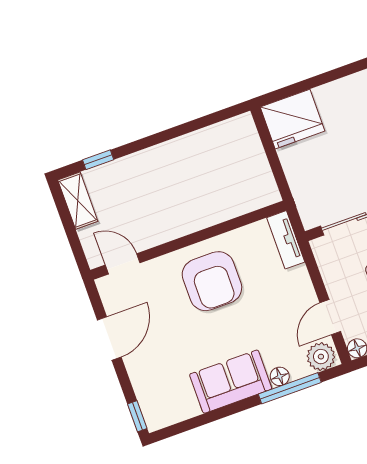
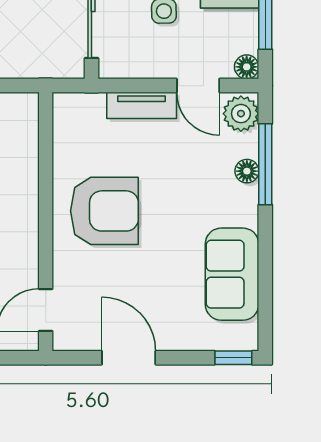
tv unit: (286, 240) -> (142, 105), moved
sofa: (231, 382) -> (232, 274), moved

